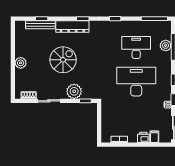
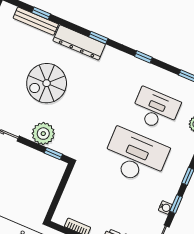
spiral stairs: (63, 60) -> (47, 83), turned 180

